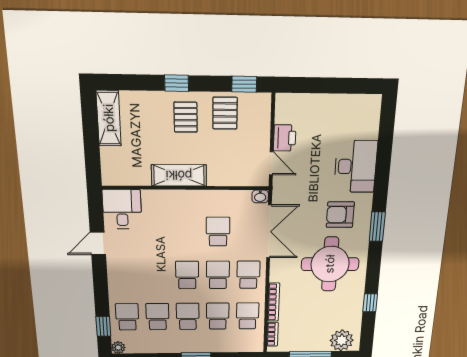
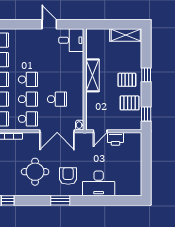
round table: (330, 264) -> (35, 172), width x0.73, depth x0.73

